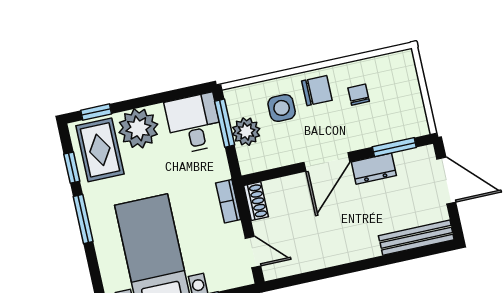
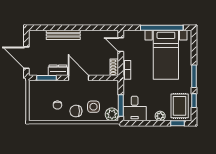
plant: (138, 128) -> (160, 116), width x0.53, depth x0.53
plant: (246, 132) -> (112, 114), moved
door: (327, 162) -> (78, 78), hinge flipped
bench: (416, 238) -> (63, 35), moved

